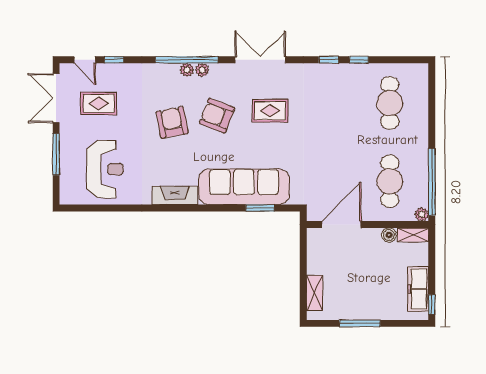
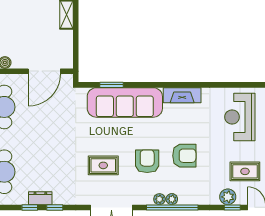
dresser: (346, 71) -> (40, 198), added
plant: (119, 73) -> (228, 197), added
armchair: (217, 116) -> (147, 161), turned -111
armchair: (172, 122) -> (184, 156), turned -79

